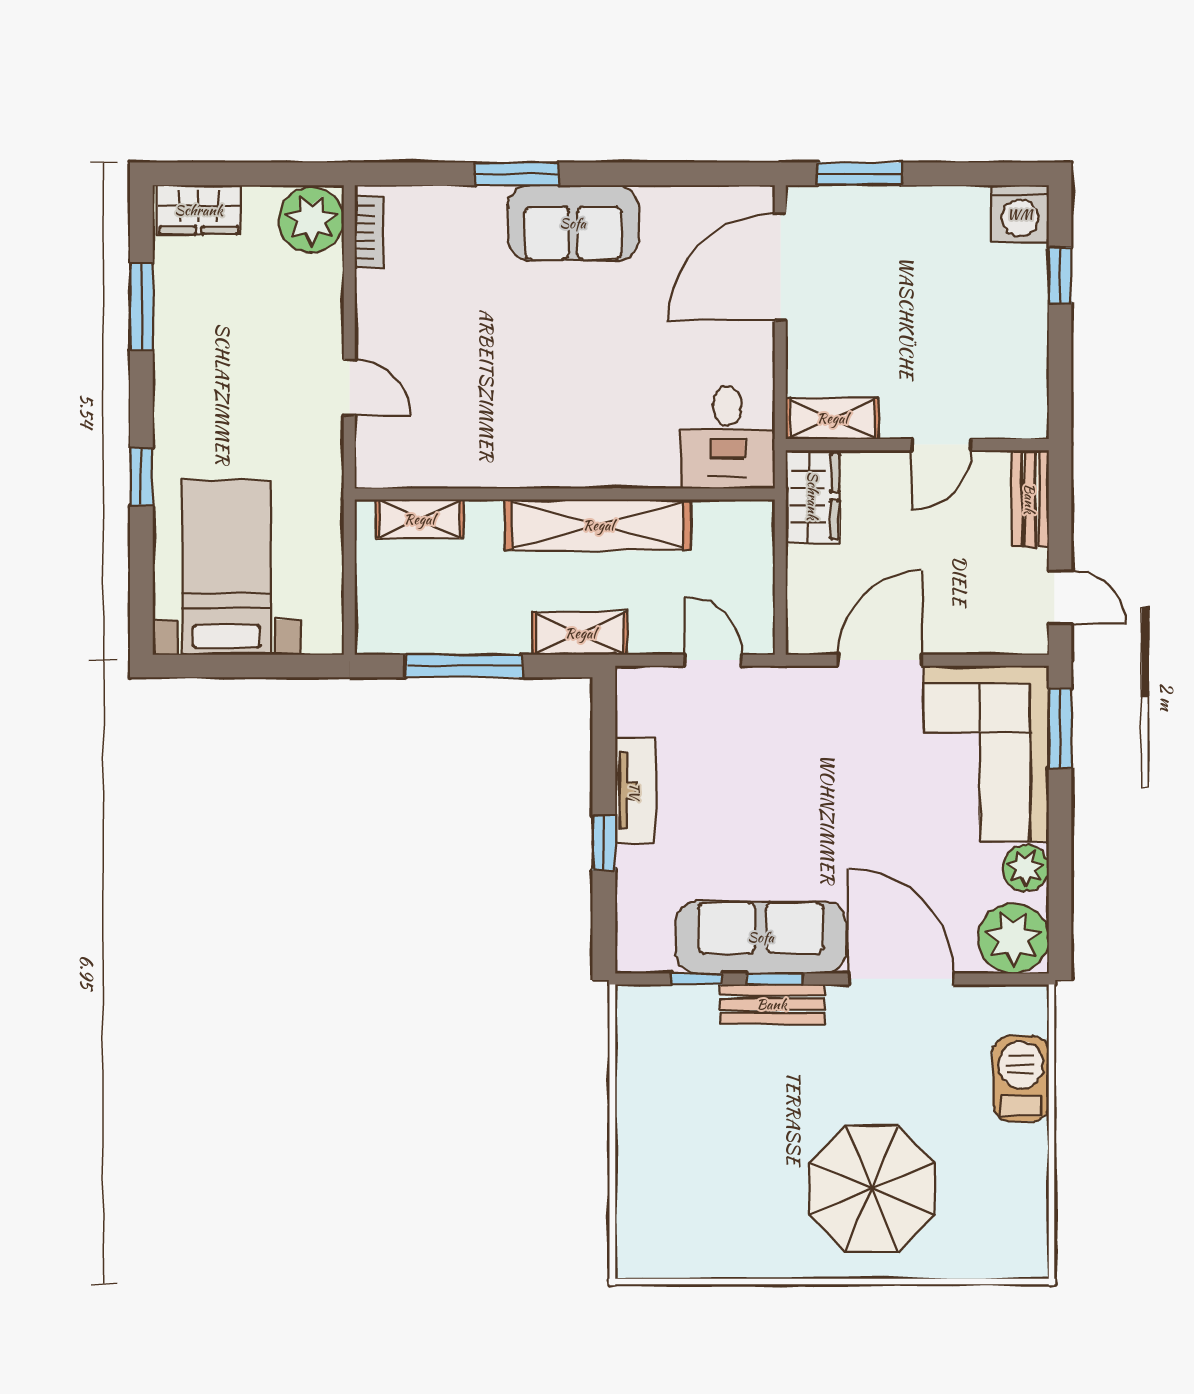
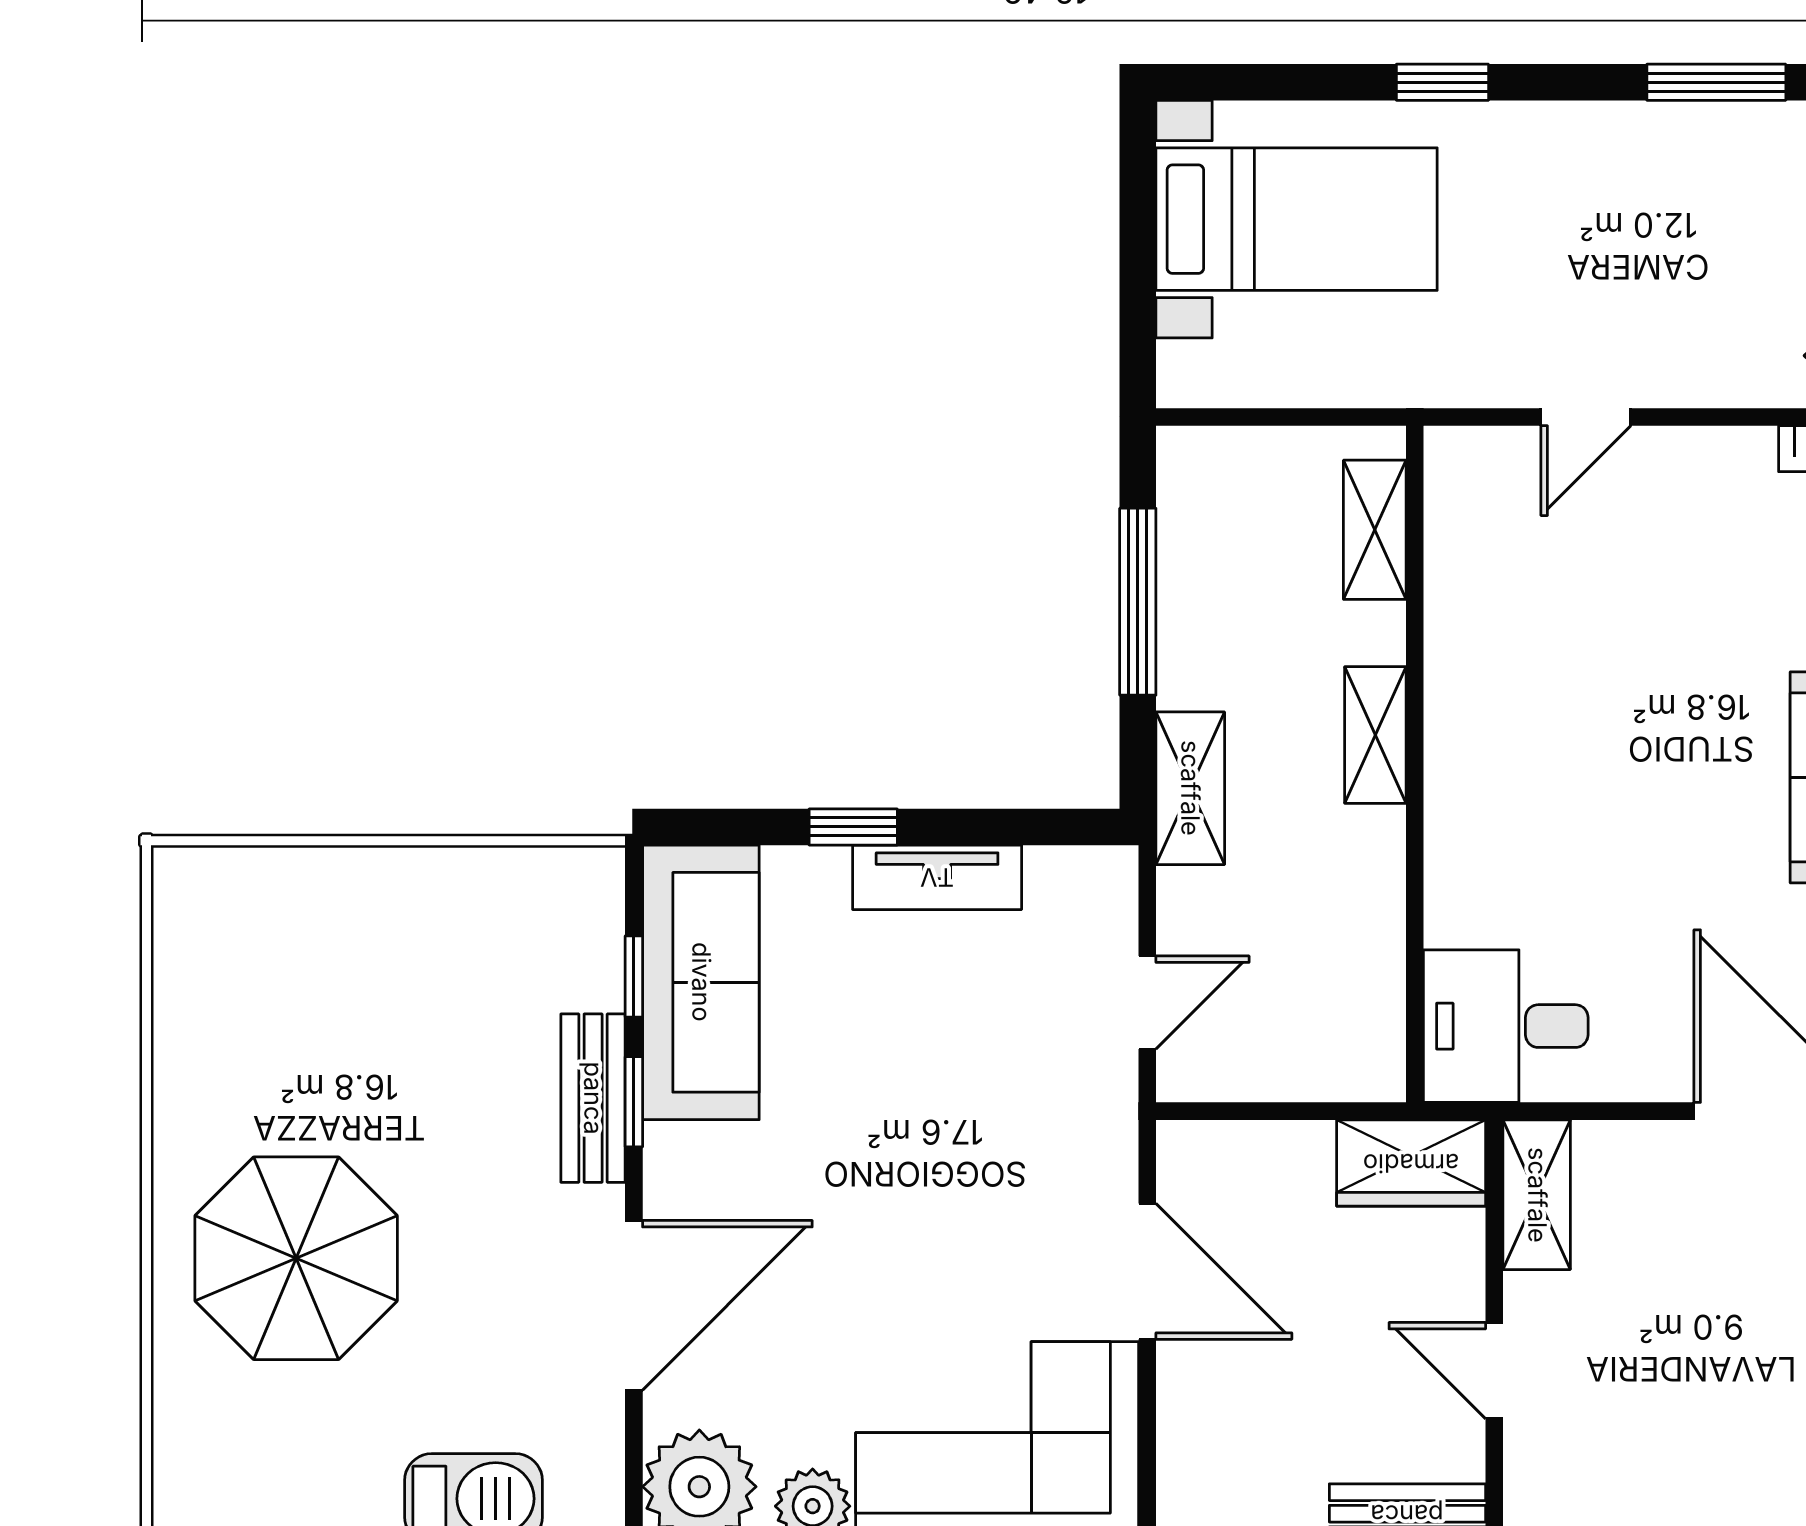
shelving: (598, 525) -> (1375, 735), width x0.45, depth x0.75
sofa: (761, 937) -> (701, 982), moved

